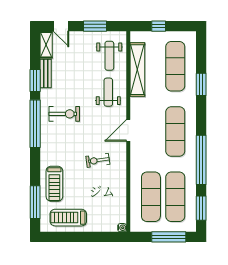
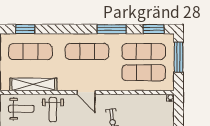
window: (201, 84) -> (25, 29), moved
weight bench: (108, 92) -> (53, 110), turned -90
window: (201, 160) -> (112, 29), width x0.68

